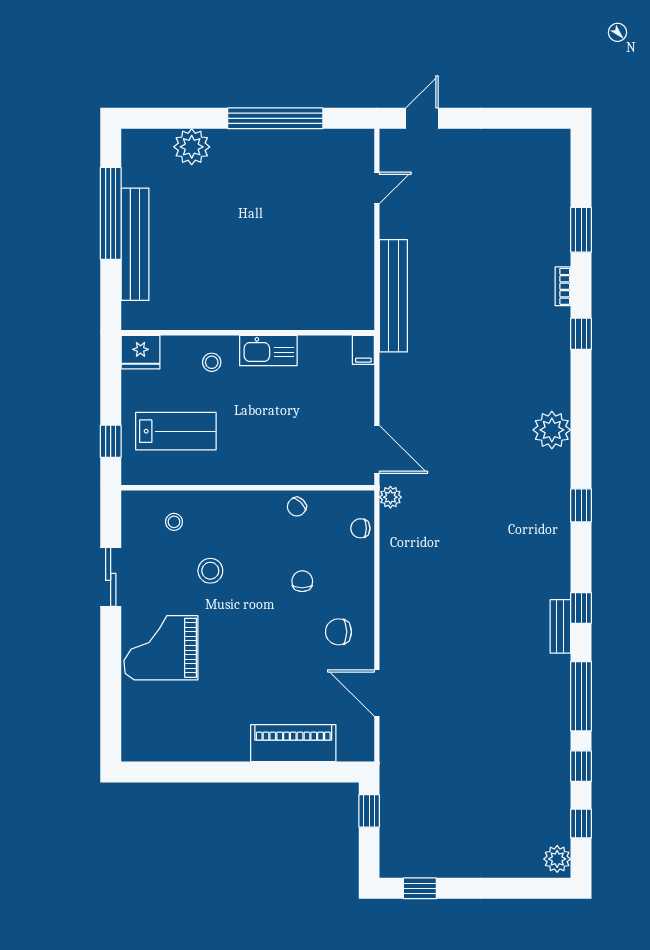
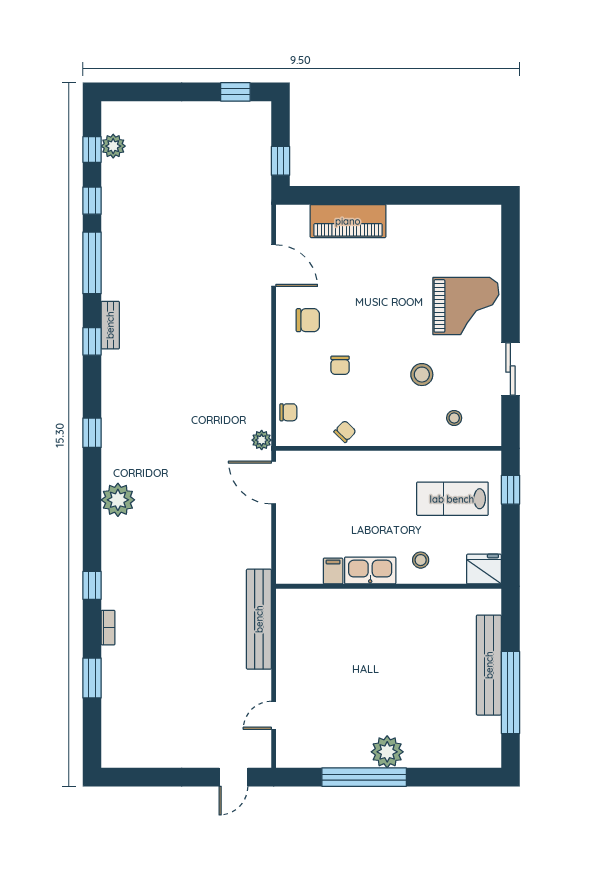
plant: (192, 147) -> (387, 752), moved
filing cabinet: (363, 350) -> (333, 571), moved
plant: (557, 859) -> (113, 146), moved

